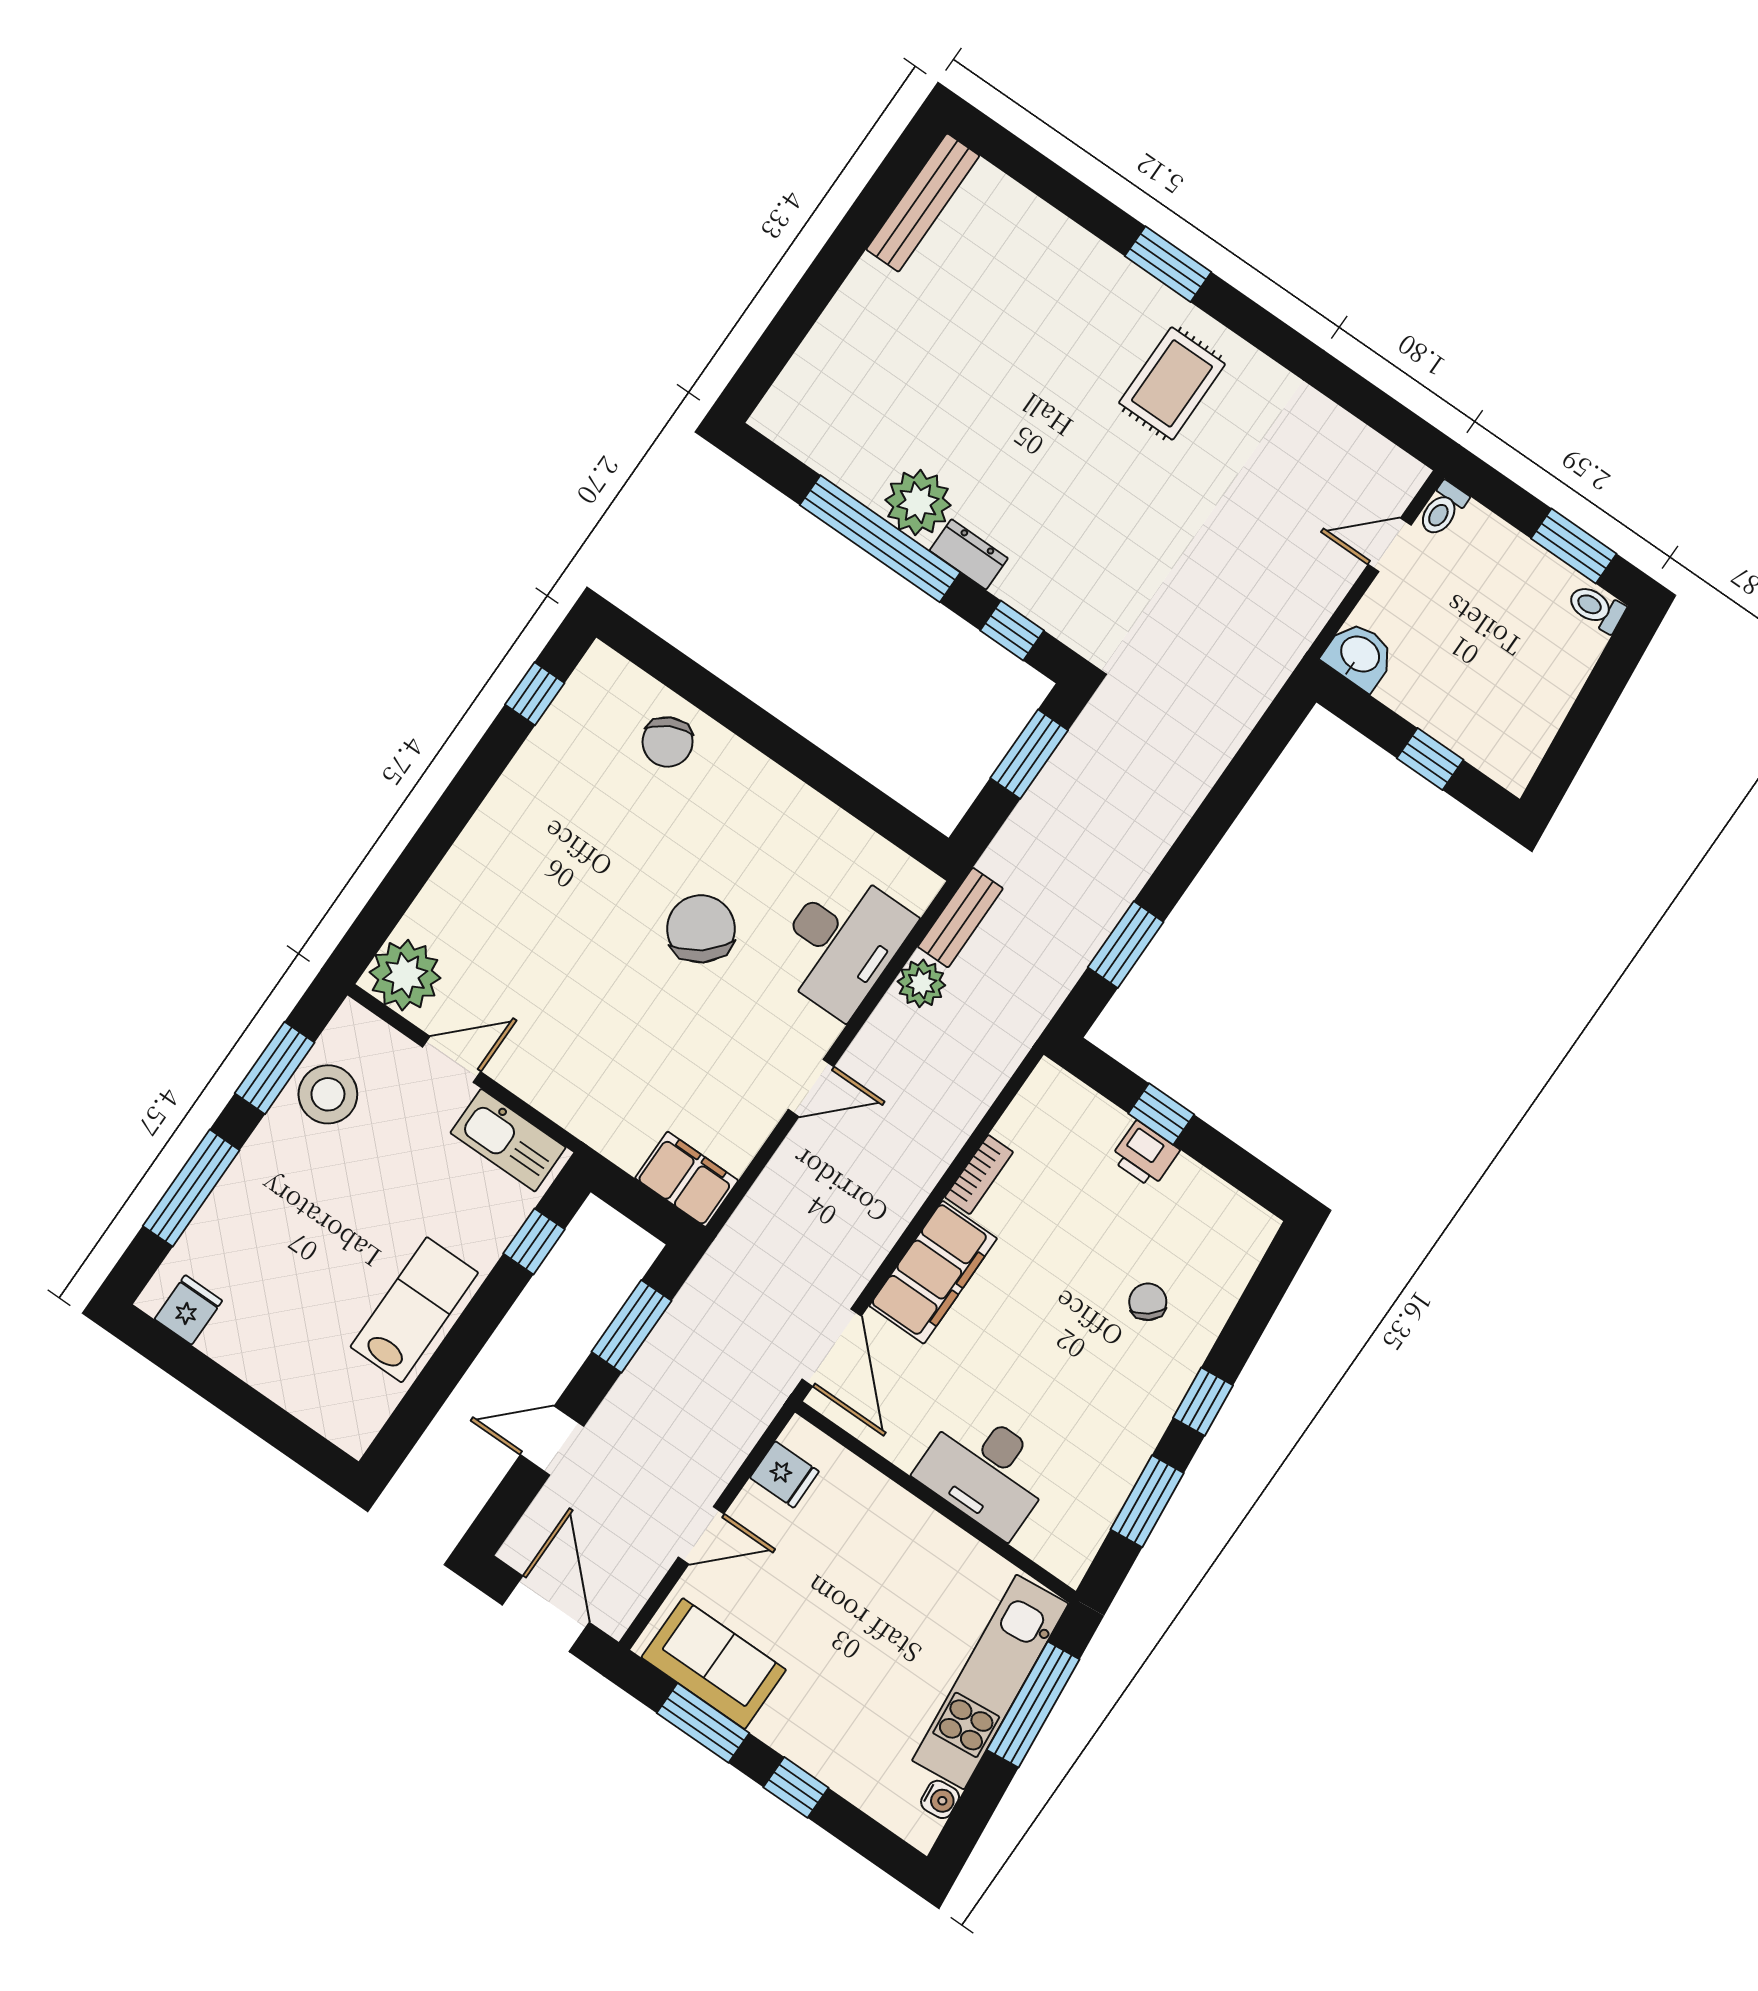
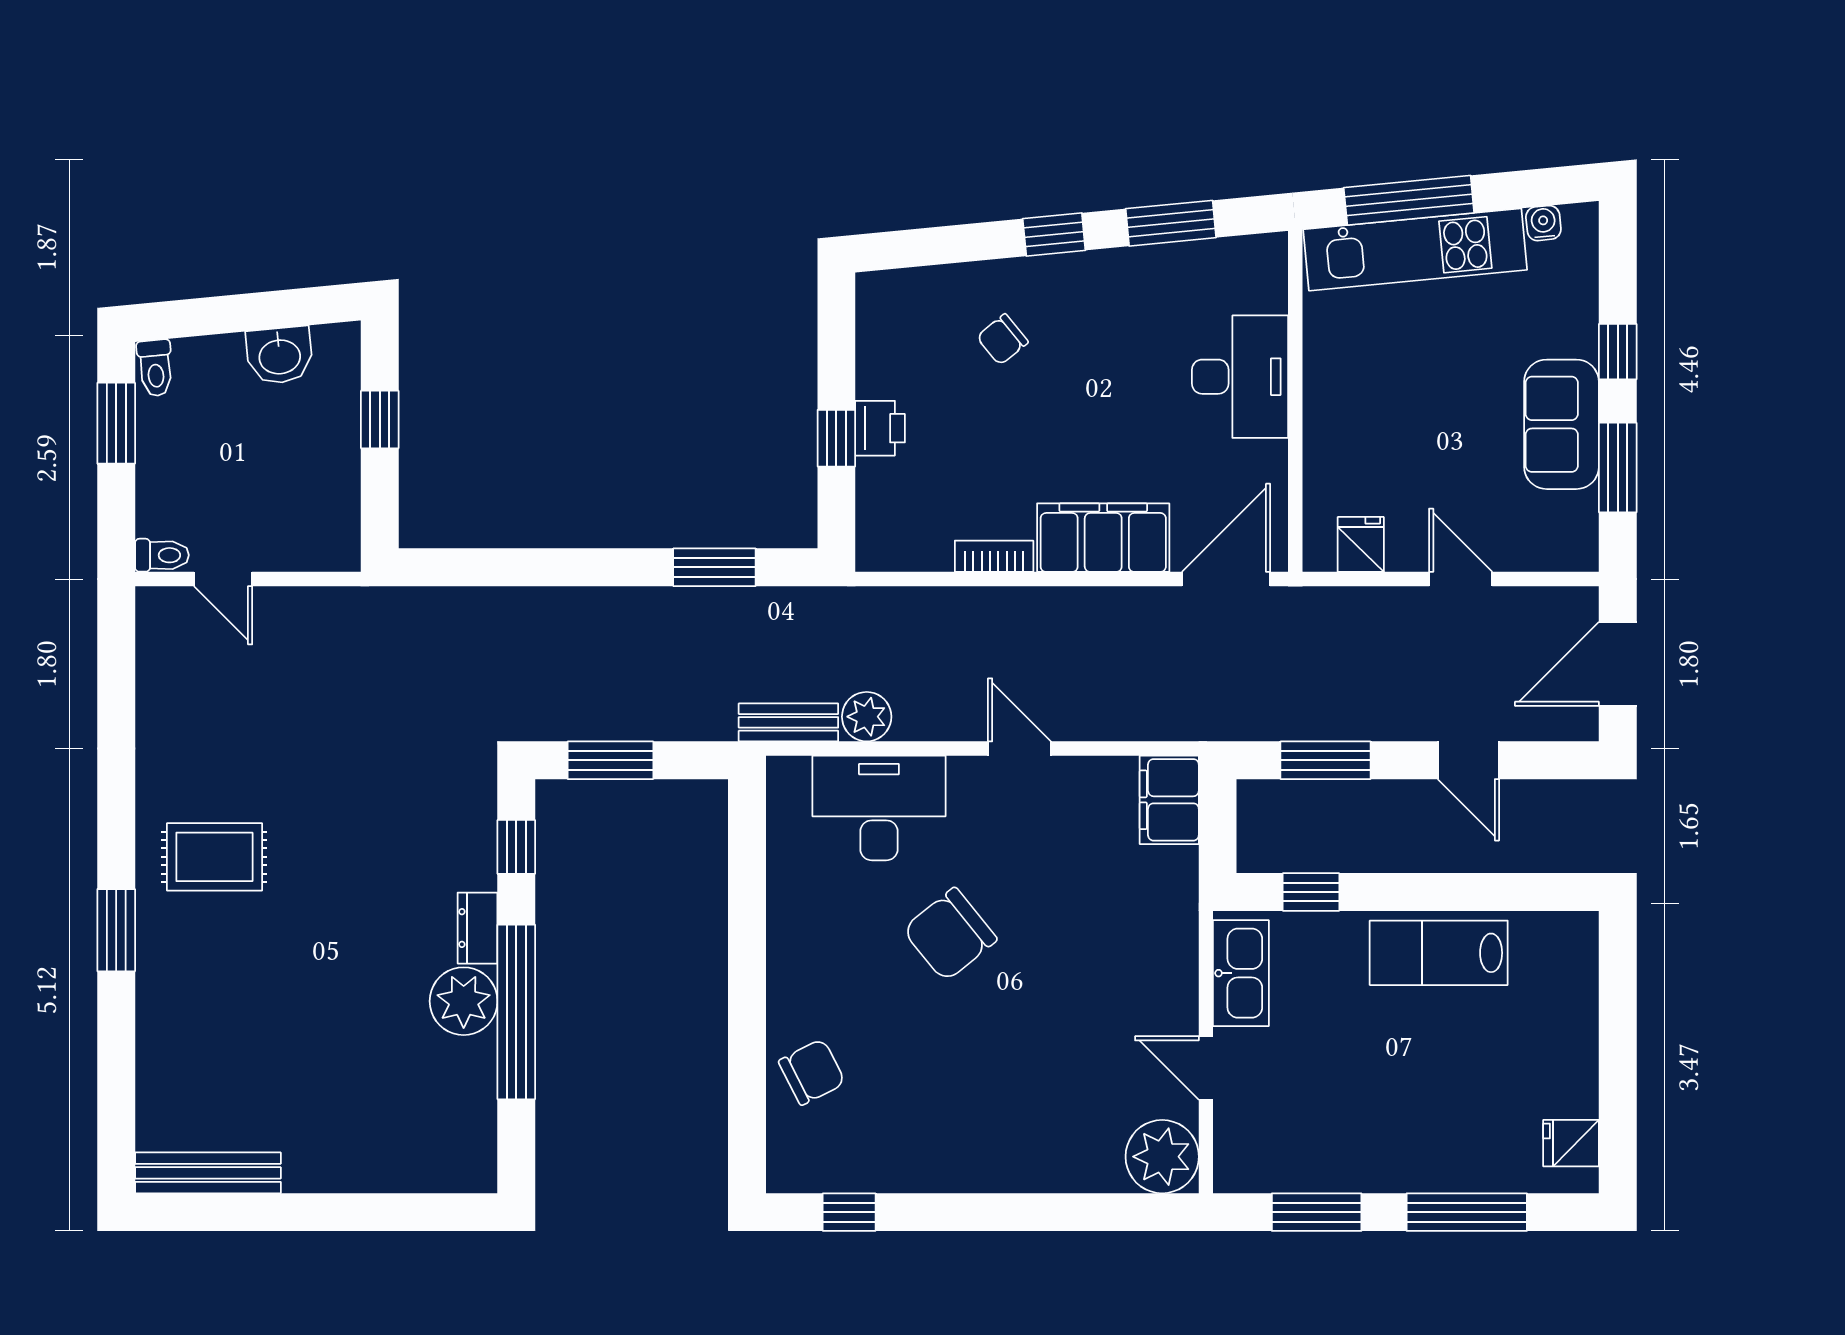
washbasin: (1359, 655) -> (279, 355), moved, turned -96
stool: (328, 1094) -> (1308, 1152), removed
sofa: (714, 1664) -> (1561, 424), moved

